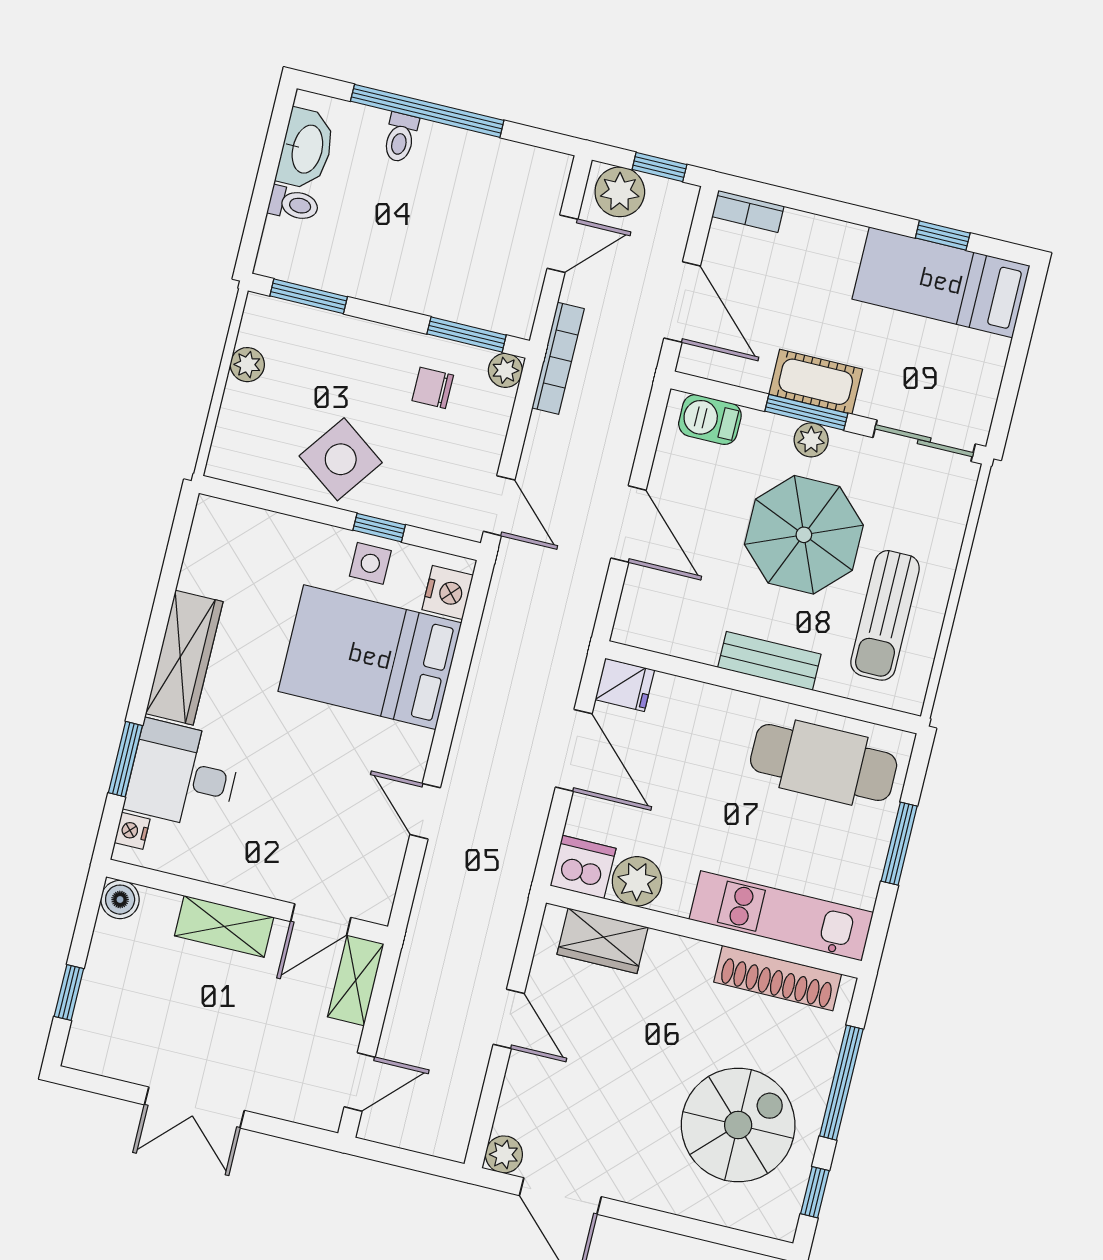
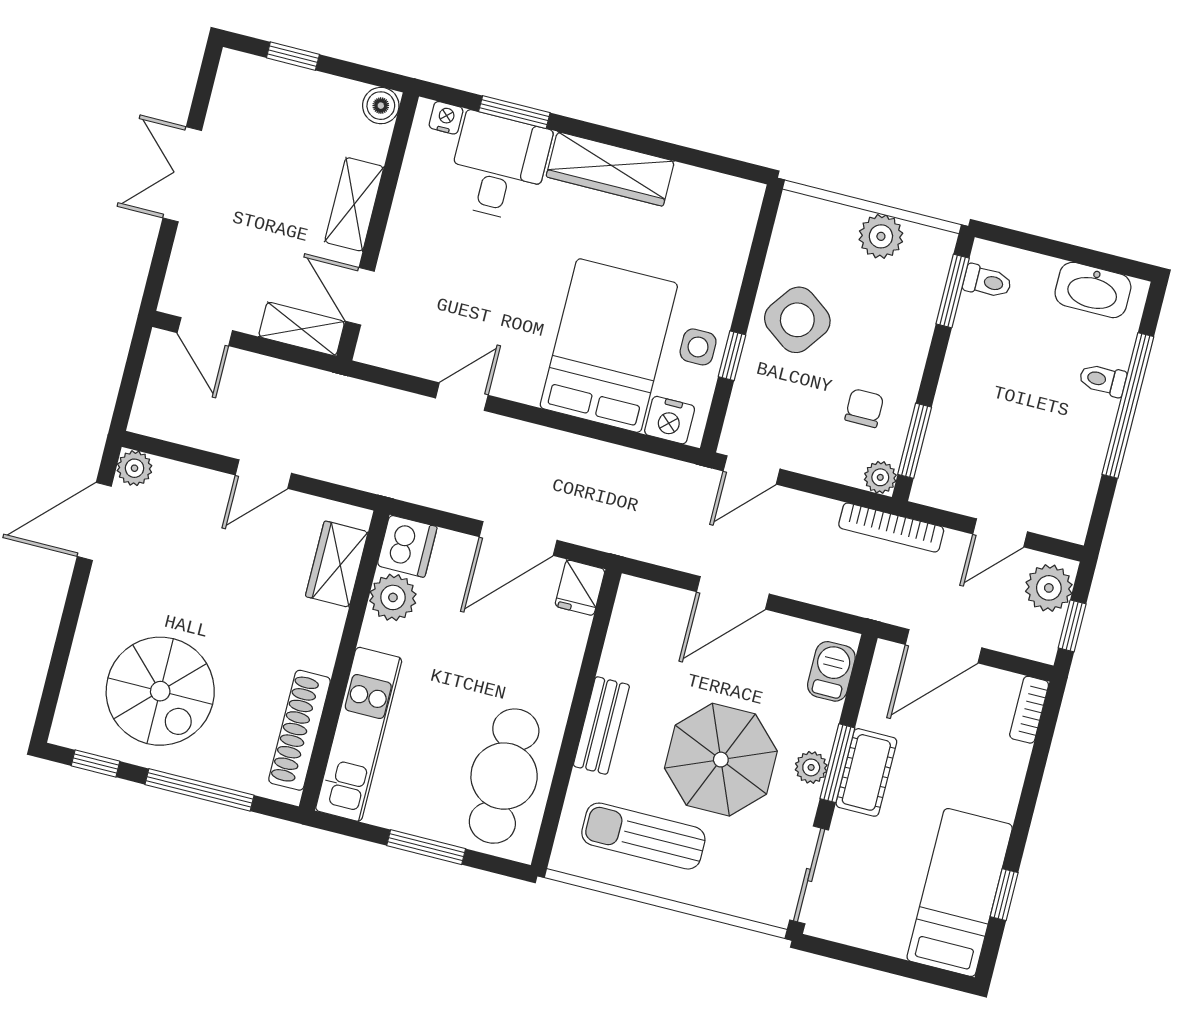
toilet: (294, 204) -> (987, 282), moved, turned -90
door: (562, 244) -> (1000, 533), hinge flipped
plant: (247, 365) -> (881, 236), width x1.38, depth x1.38

